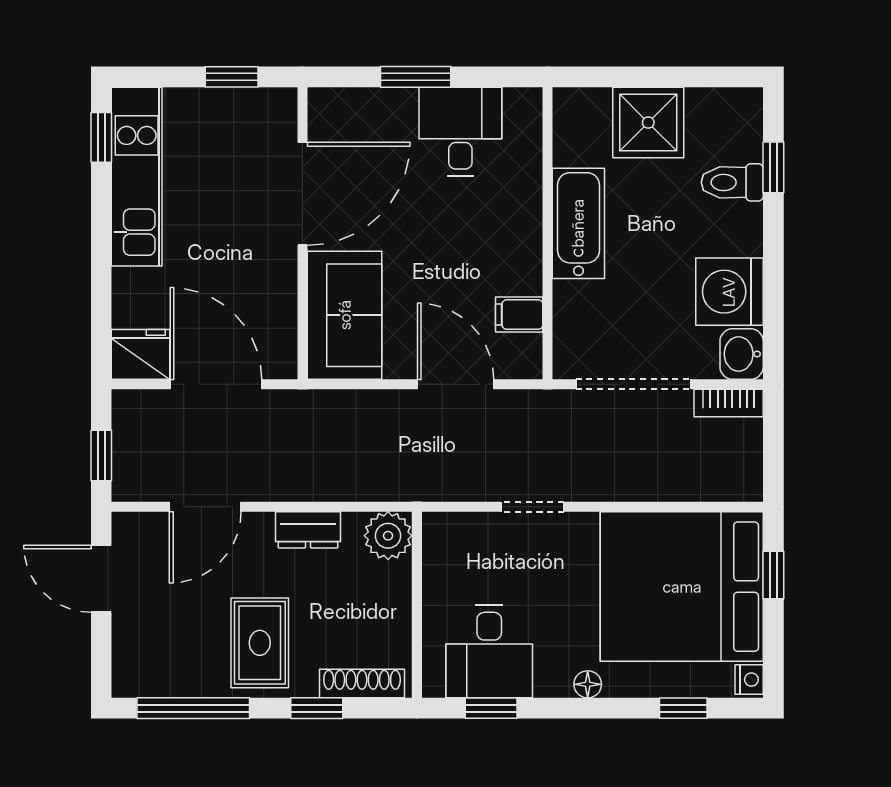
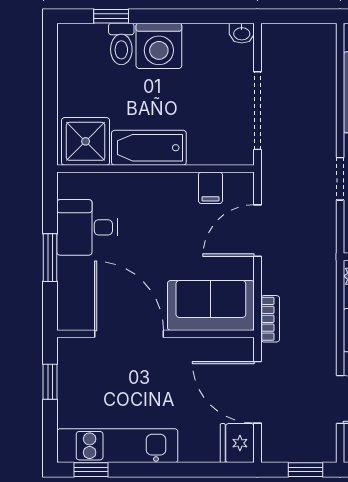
shower: (648, 123) -> (86, 141), moved
washing machine: (729, 292) -> (159, 46), moved
washbasin: (742, 354) -> (242, 33), width x0.72, depth x0.69
door: (216, 384) -> (257, 392), hinge flipped
bookcase: (729, 403) -> (270, 319), moved

